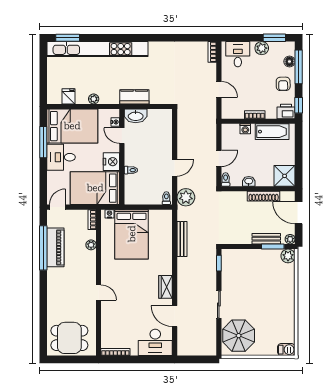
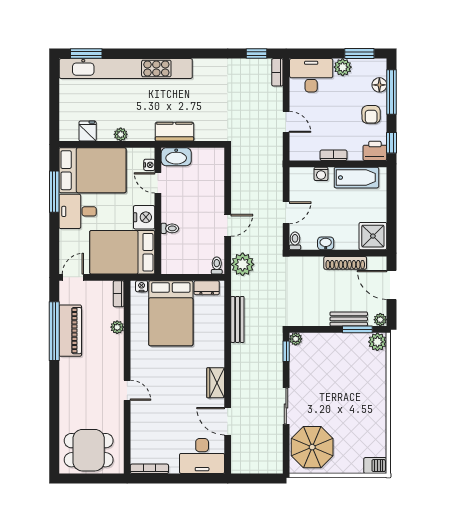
window: (196, 38) -> (257, 54), added
desk: (238, 54) -> (311, 75), width x1.37
dresser: (159, 215) -> (207, 288), added
plant: (226, 254) -> (296, 339), added

